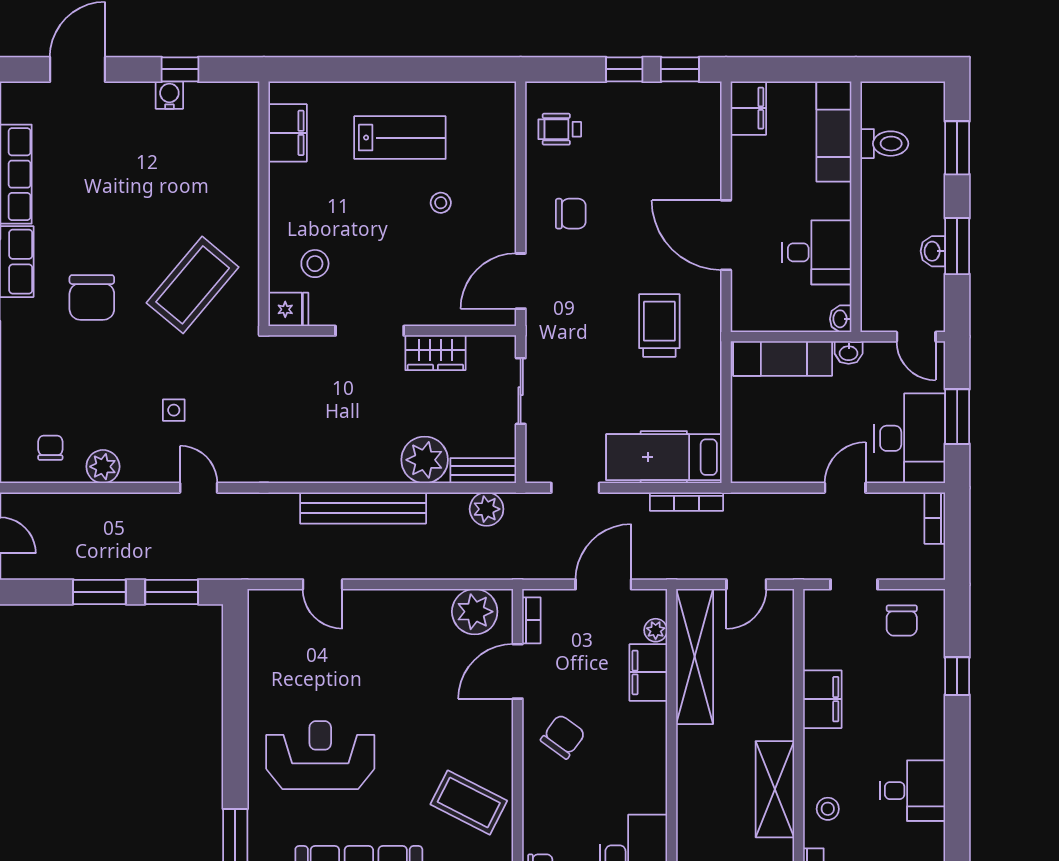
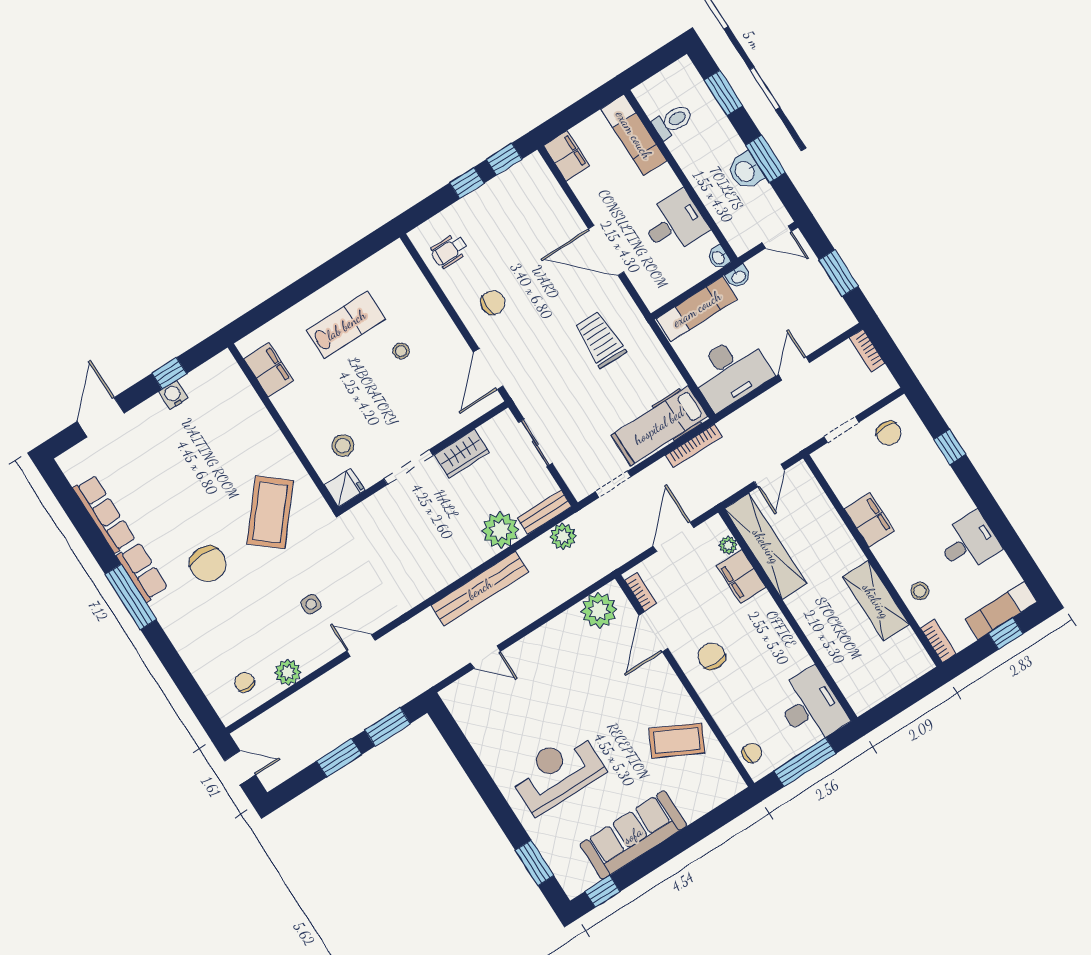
washbasin: (933, 251) -> (745, 171), width x1.38, depth x1.45
desk: (910, 438) -> (730, 372), moved, turned 90
chair: (563, 737) -> (712, 656), turned -36

